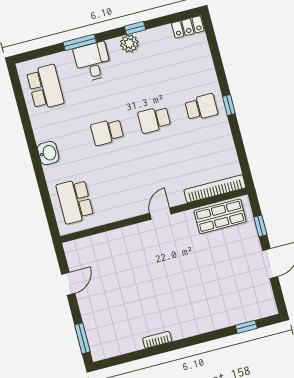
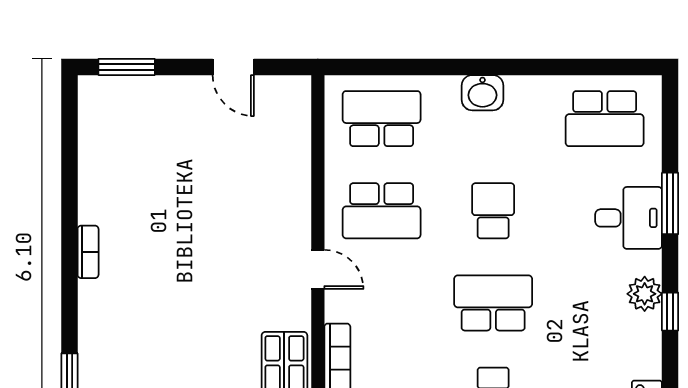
school desk: (154, 120) -> (493, 303), width x1.85
school desk: (122, 189) -> (382, 211), added
bookcase: (157, 340) -> (88, 252), moved

